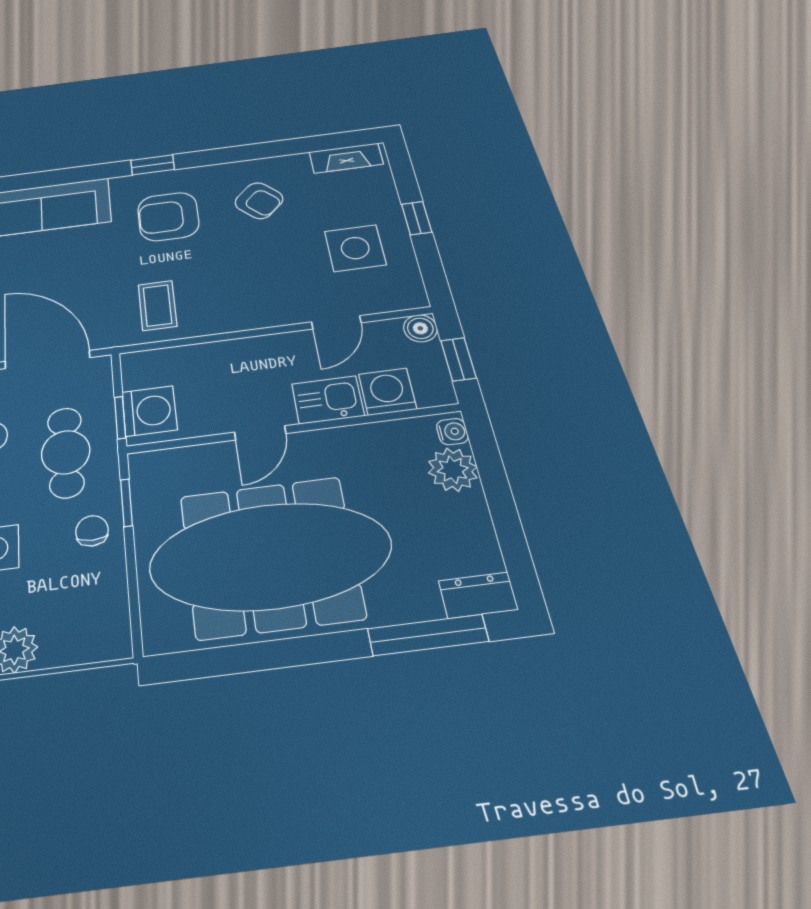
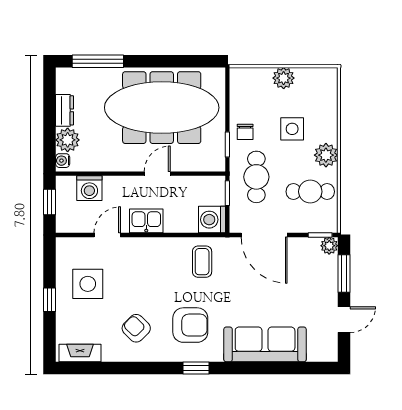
boiler: (420, 328) -> (64, 224), removed
kitchen sink: (328, 400) -> (146, 221), moved, turned 180
washing machine: (149, 411) -> (212, 220), moved
dresser: (478, 595) -> (65, 110), moved, turned -90

